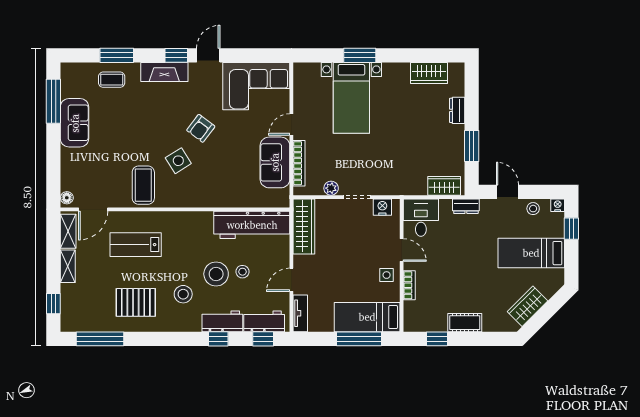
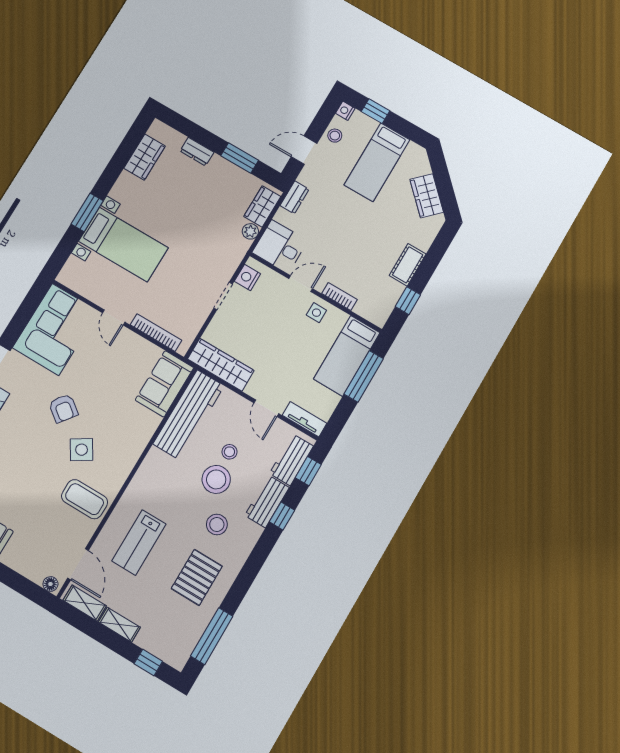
sofa: (275, 162) -> (164, 384), moved, turned 90
plant: (331, 188) -> (250, 231), moved

